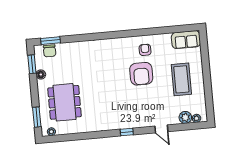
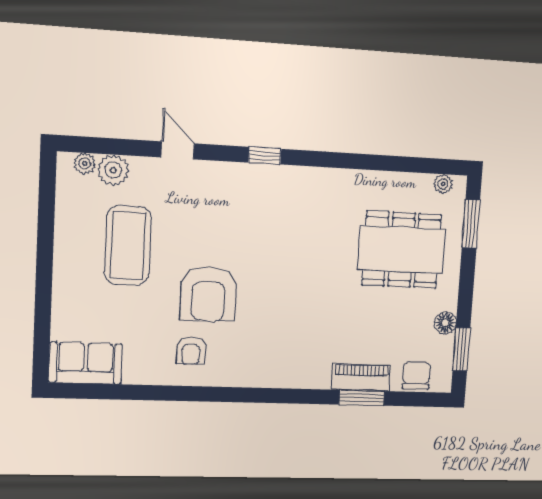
window: (51, 41) -> (362, 398), moved
piano: (73, 47) -> (361, 377), added
armchair: (141, 74) -> (208, 294), turned 180
coffee table: (181, 79) -> (128, 246), moved
dining table: (65, 102) -> (402, 250), turned 90

